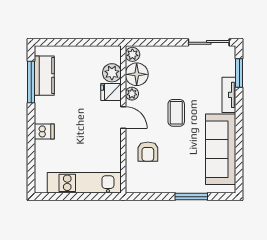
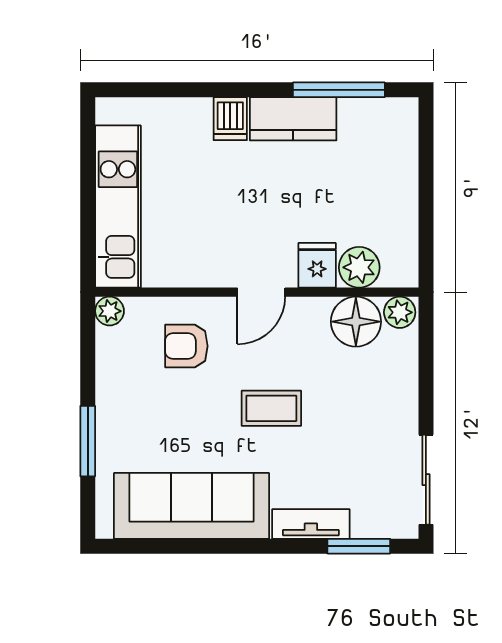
kitchen counter: (44, 76) -> (293, 119), moved
plant: (132, 94) -> (110, 311), moved

